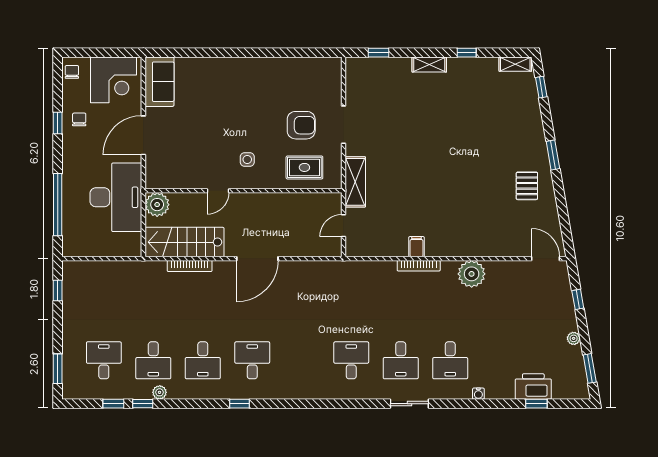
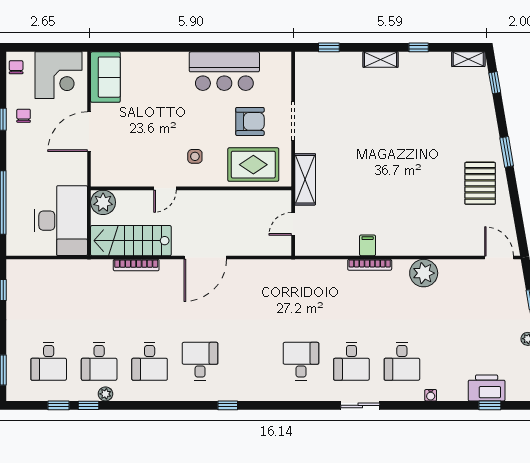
bar counter: (276, 76) -> (224, 71), added
rug: (304, 167) -> (253, 165), width x1.36, depth x1.43
pallet: (527, 186) -> (480, 183), width x1.50, depth x1.42
desk: (116, 197) -> (61, 221), moved
desk: (104, 360) -> (49, 361), turned 180
window: (239, 404) -> (228, 405), moved

